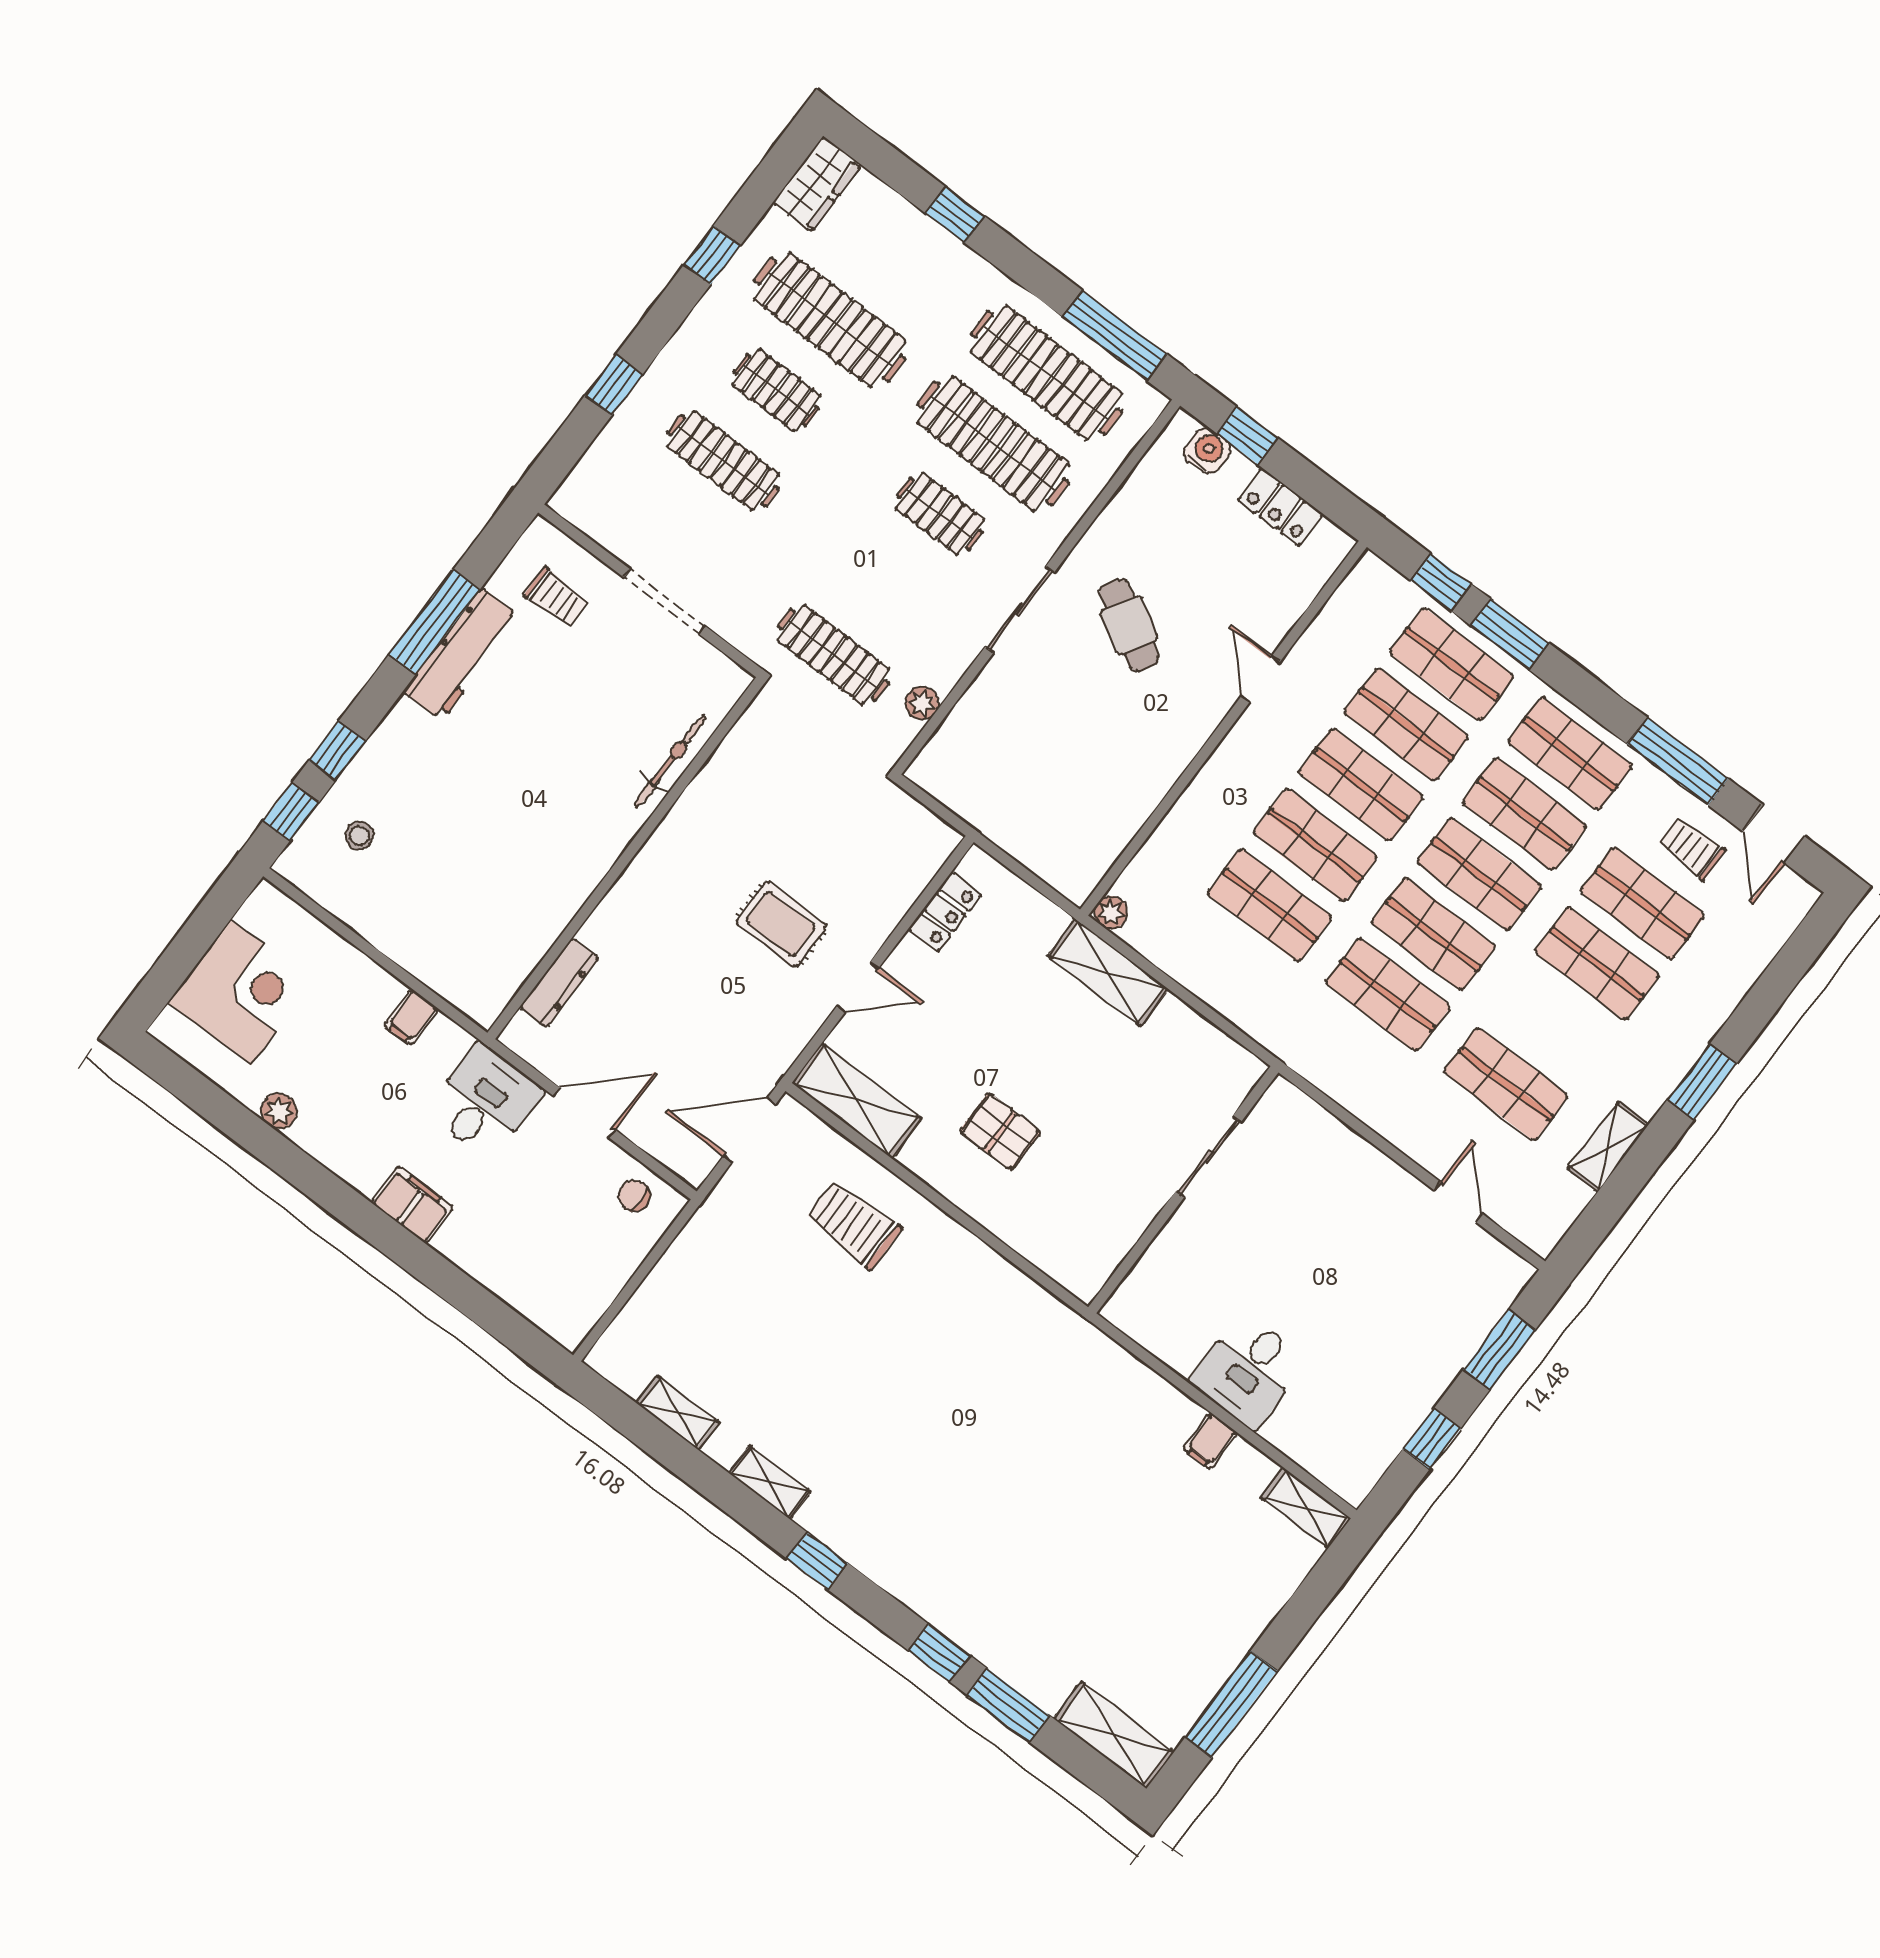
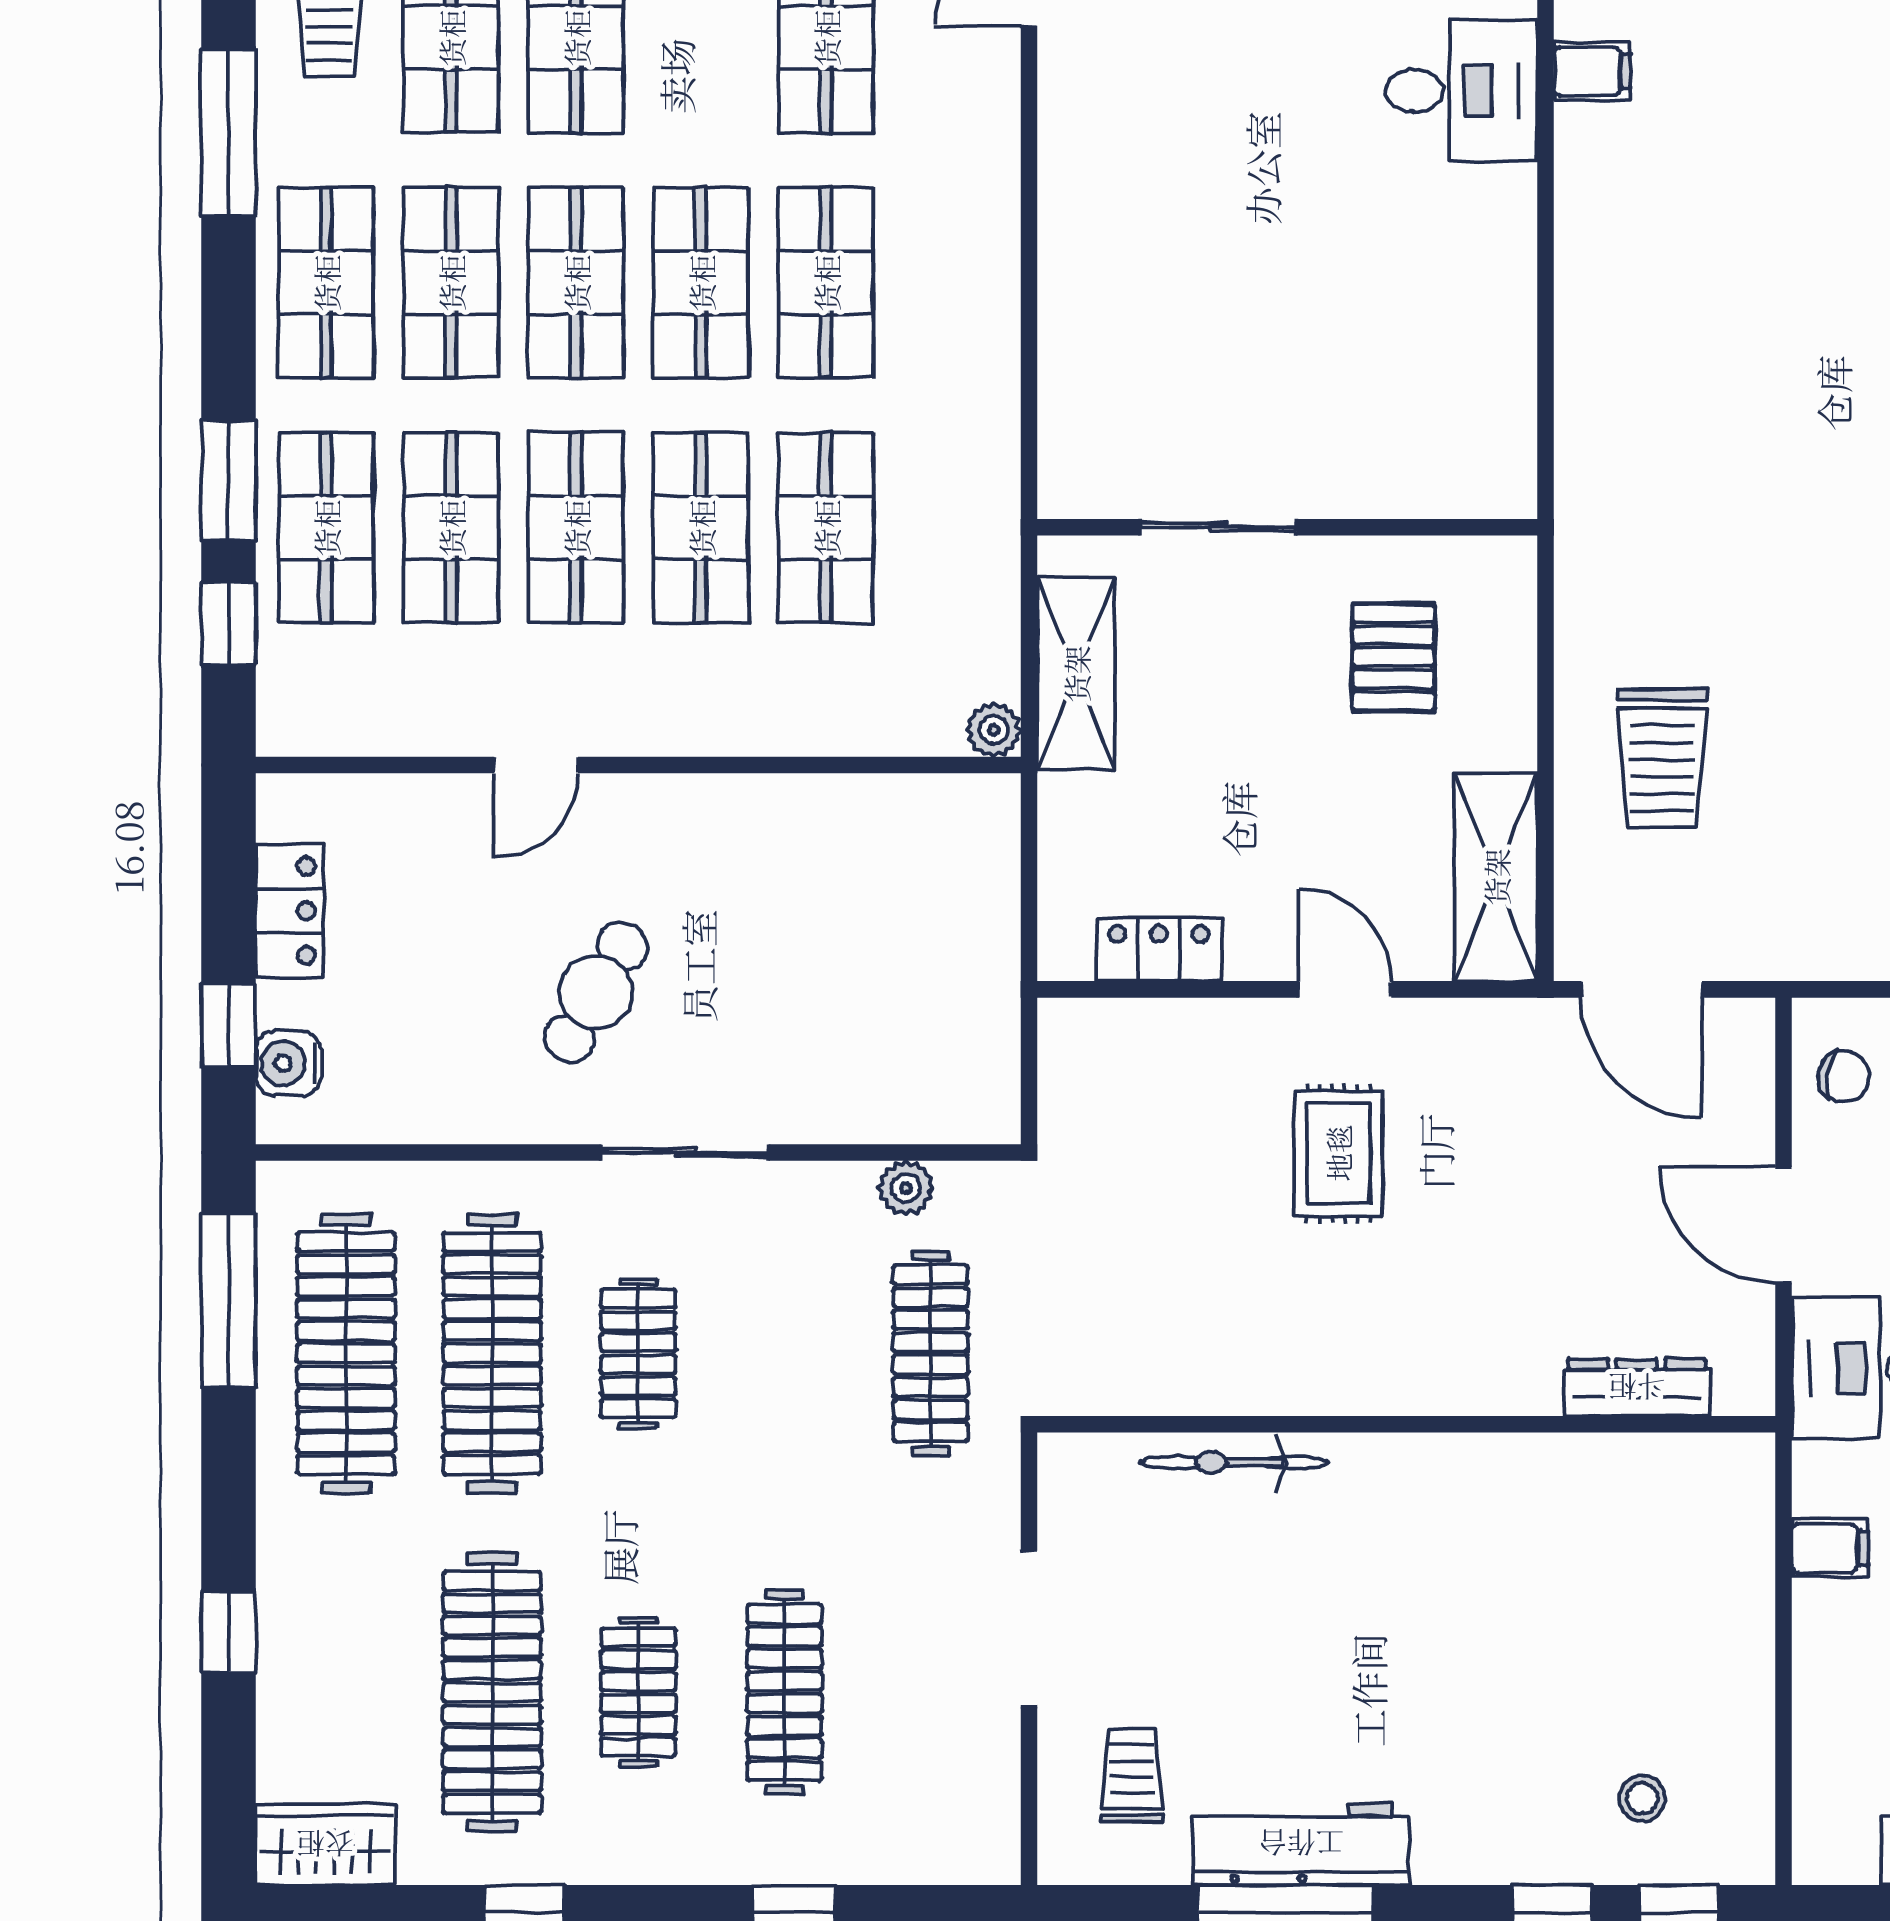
sliding door: (1209, 1156) -> (1218, 527), moved
wall: (1183, 1190) -> (1287, 527), moved
chair: (634, 1196) -> (1844, 1077), turned -80

